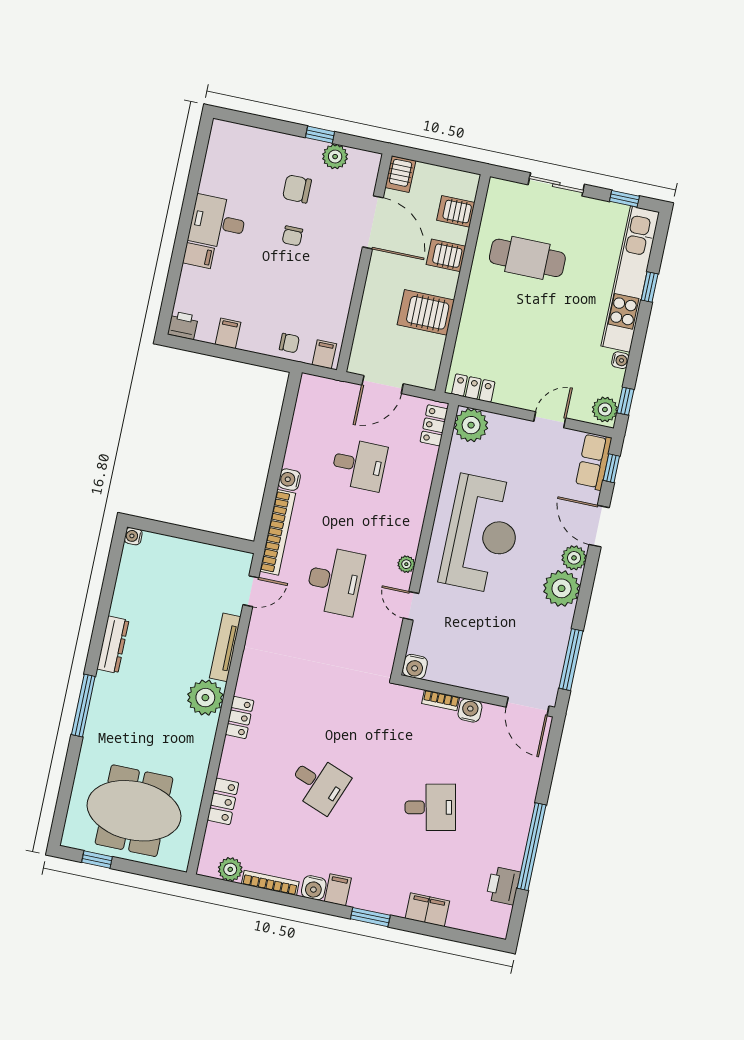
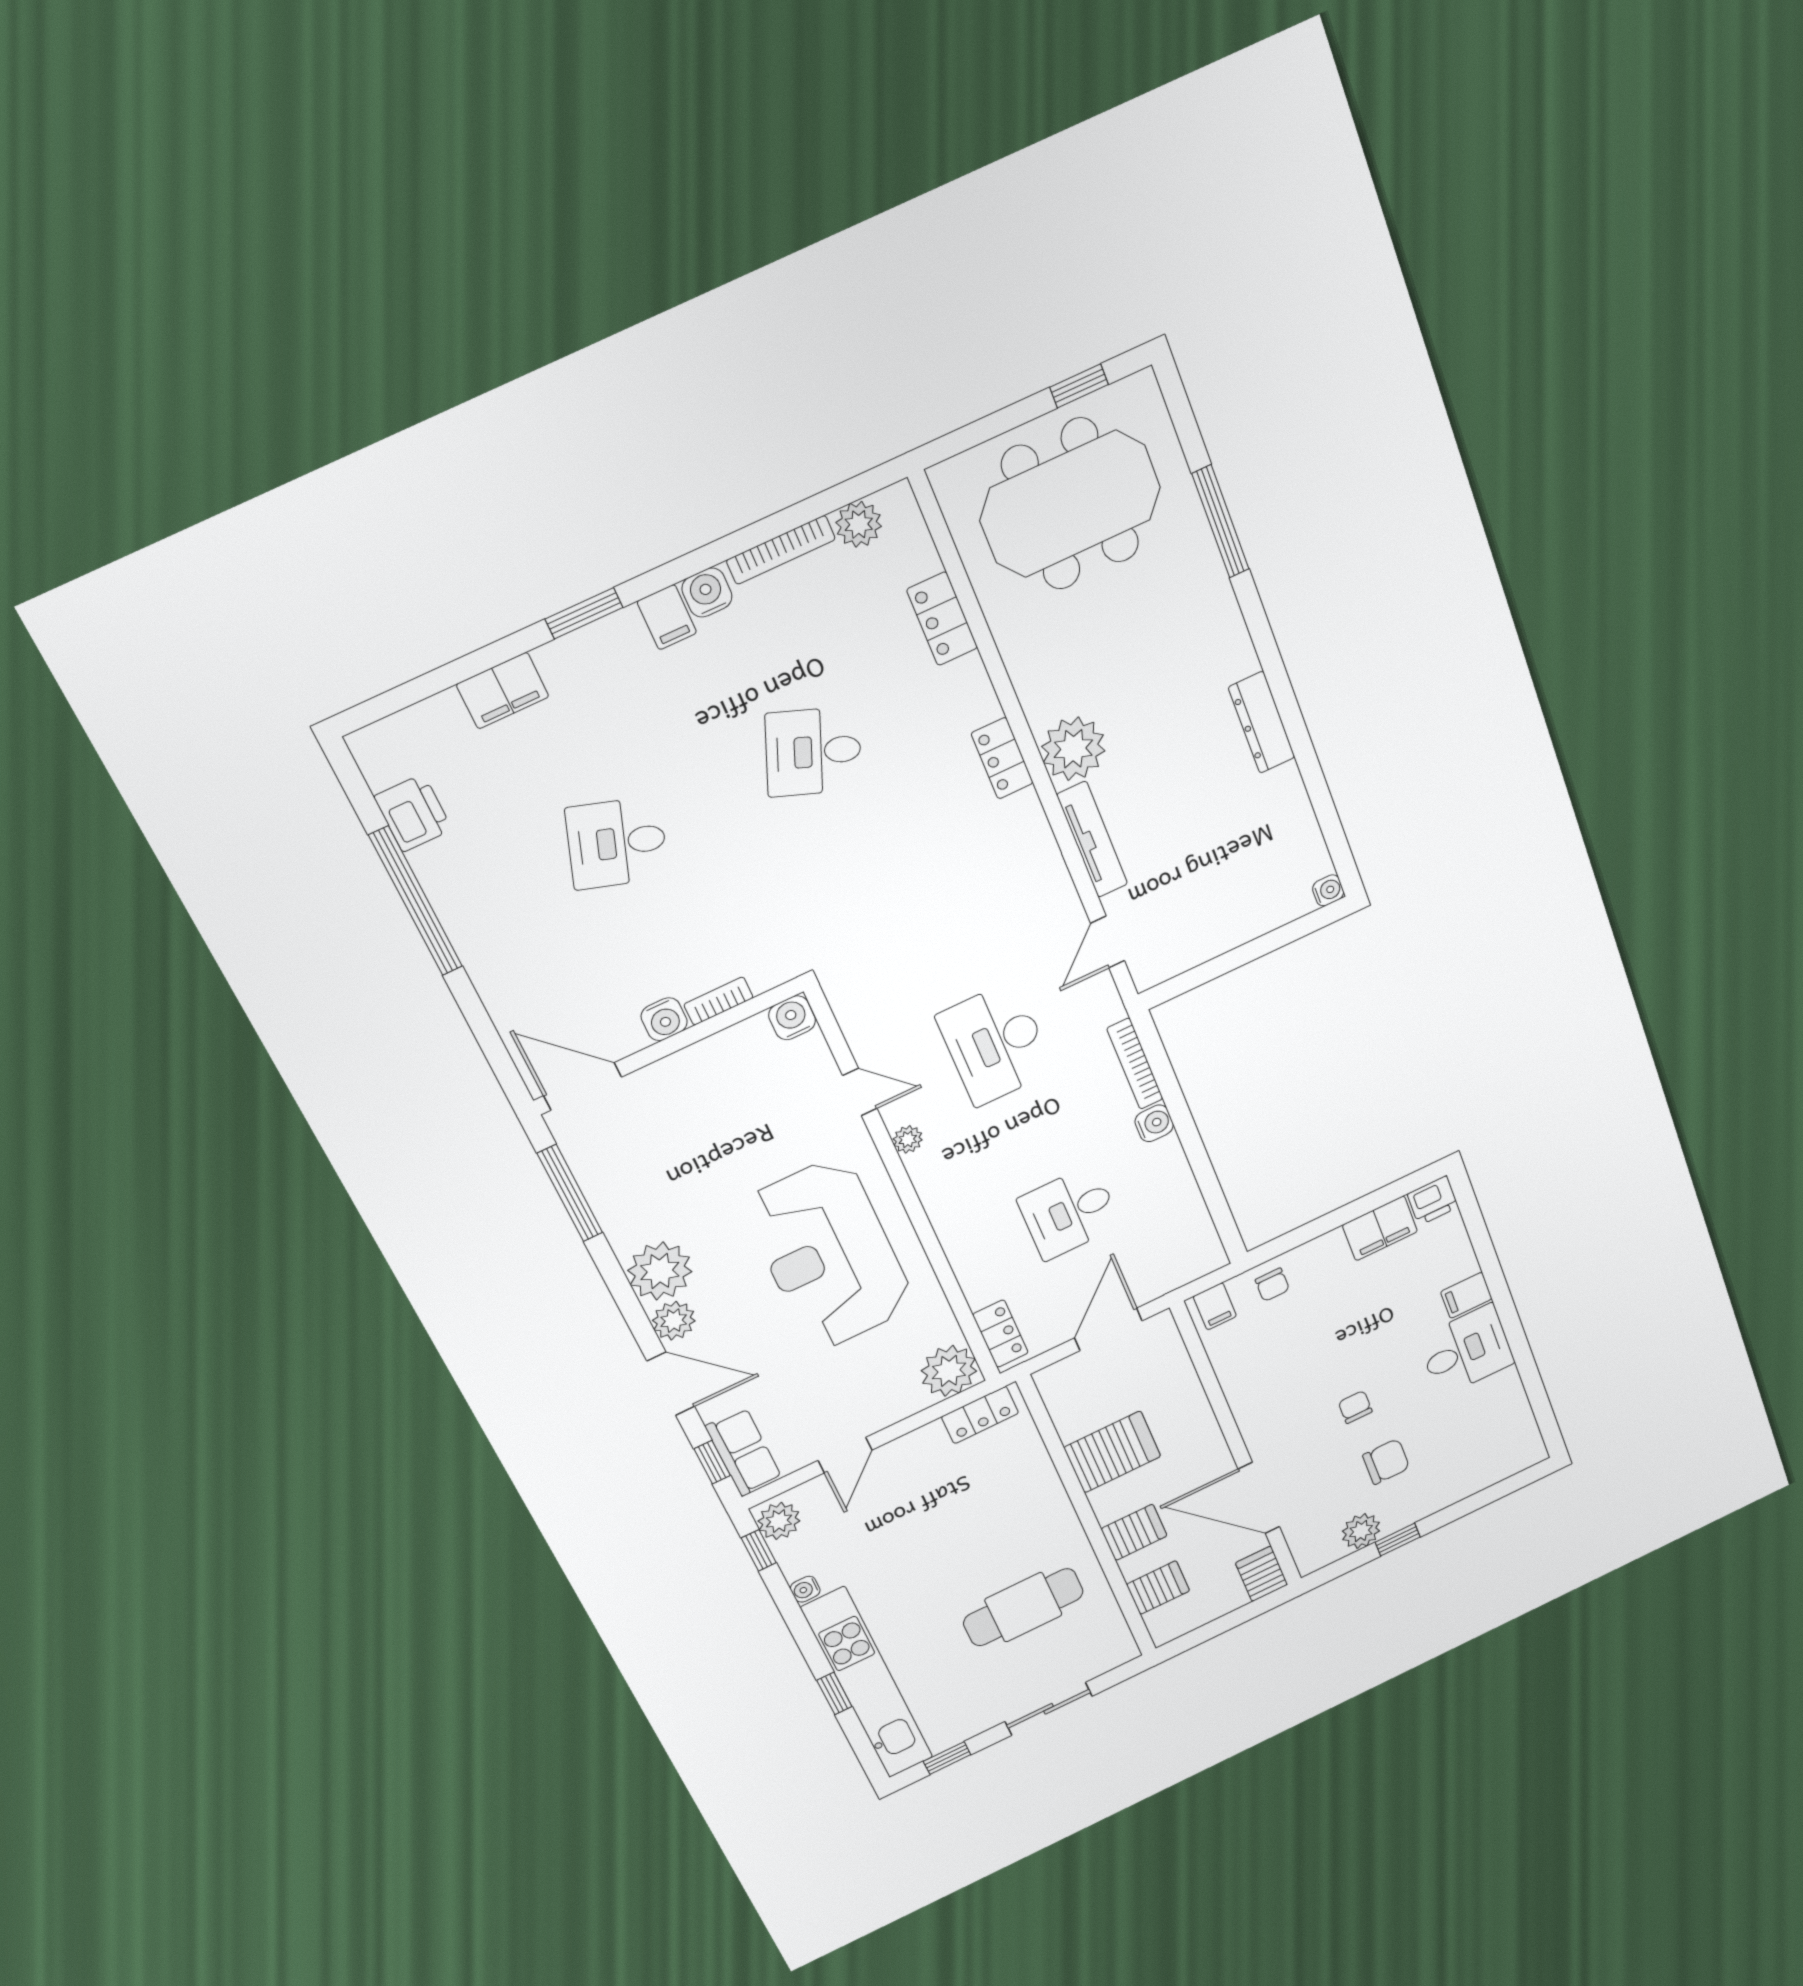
filing cabinet: (228, 333) -> (1380, 1228), width x2.00
chair: (289, 343) -> (1272, 1285), turned -90
bookcase: (278, 532) -> (1135, 1064), width x0.68, depth x0.76
window: (83, 706) -> (1220, 522), moved
desk: (430, 807) -> (617, 843), turned 30

